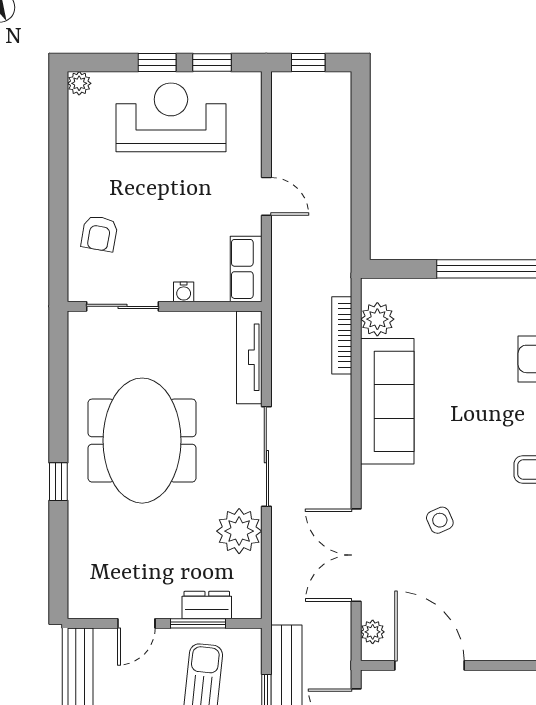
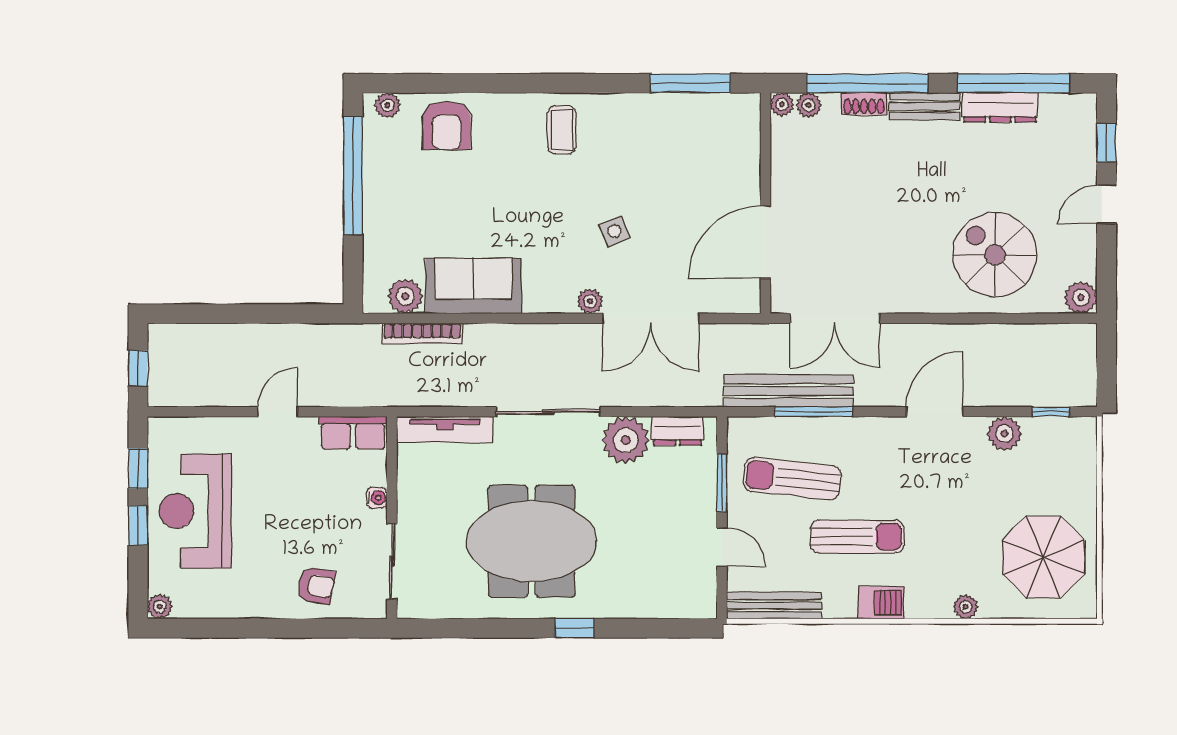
sofa: (387, 401) -> (473, 286), width x0.73
dresser: (207, 605) -> (678, 431), moved, turned -90
plant: (373, 632) -> (590, 301), moved

